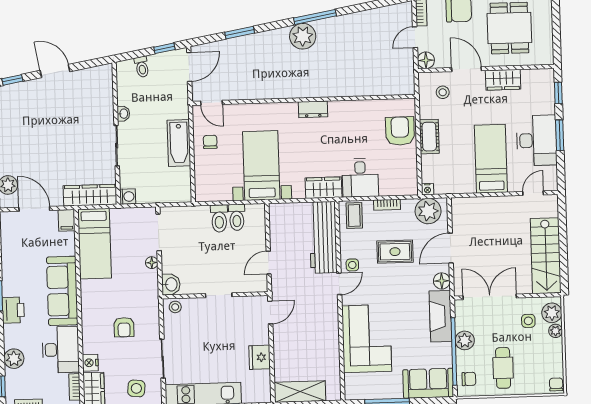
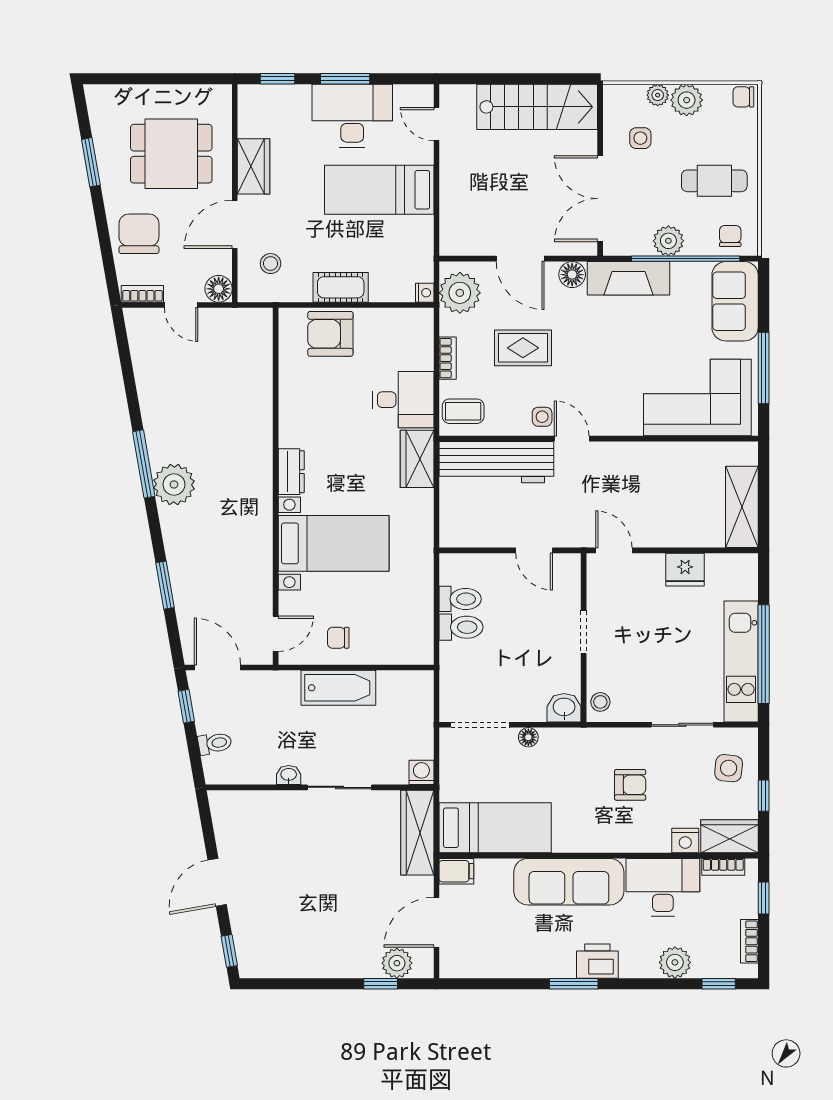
bed with nightstands: (261, 166) -> (334, 543), moved, turned 180
rug: (395, 252) -> (523, 348), turned 90
plant: (552, 313) -> (687, 100), moved
corner sofa: (367, 339) -> (697, 397), moved

